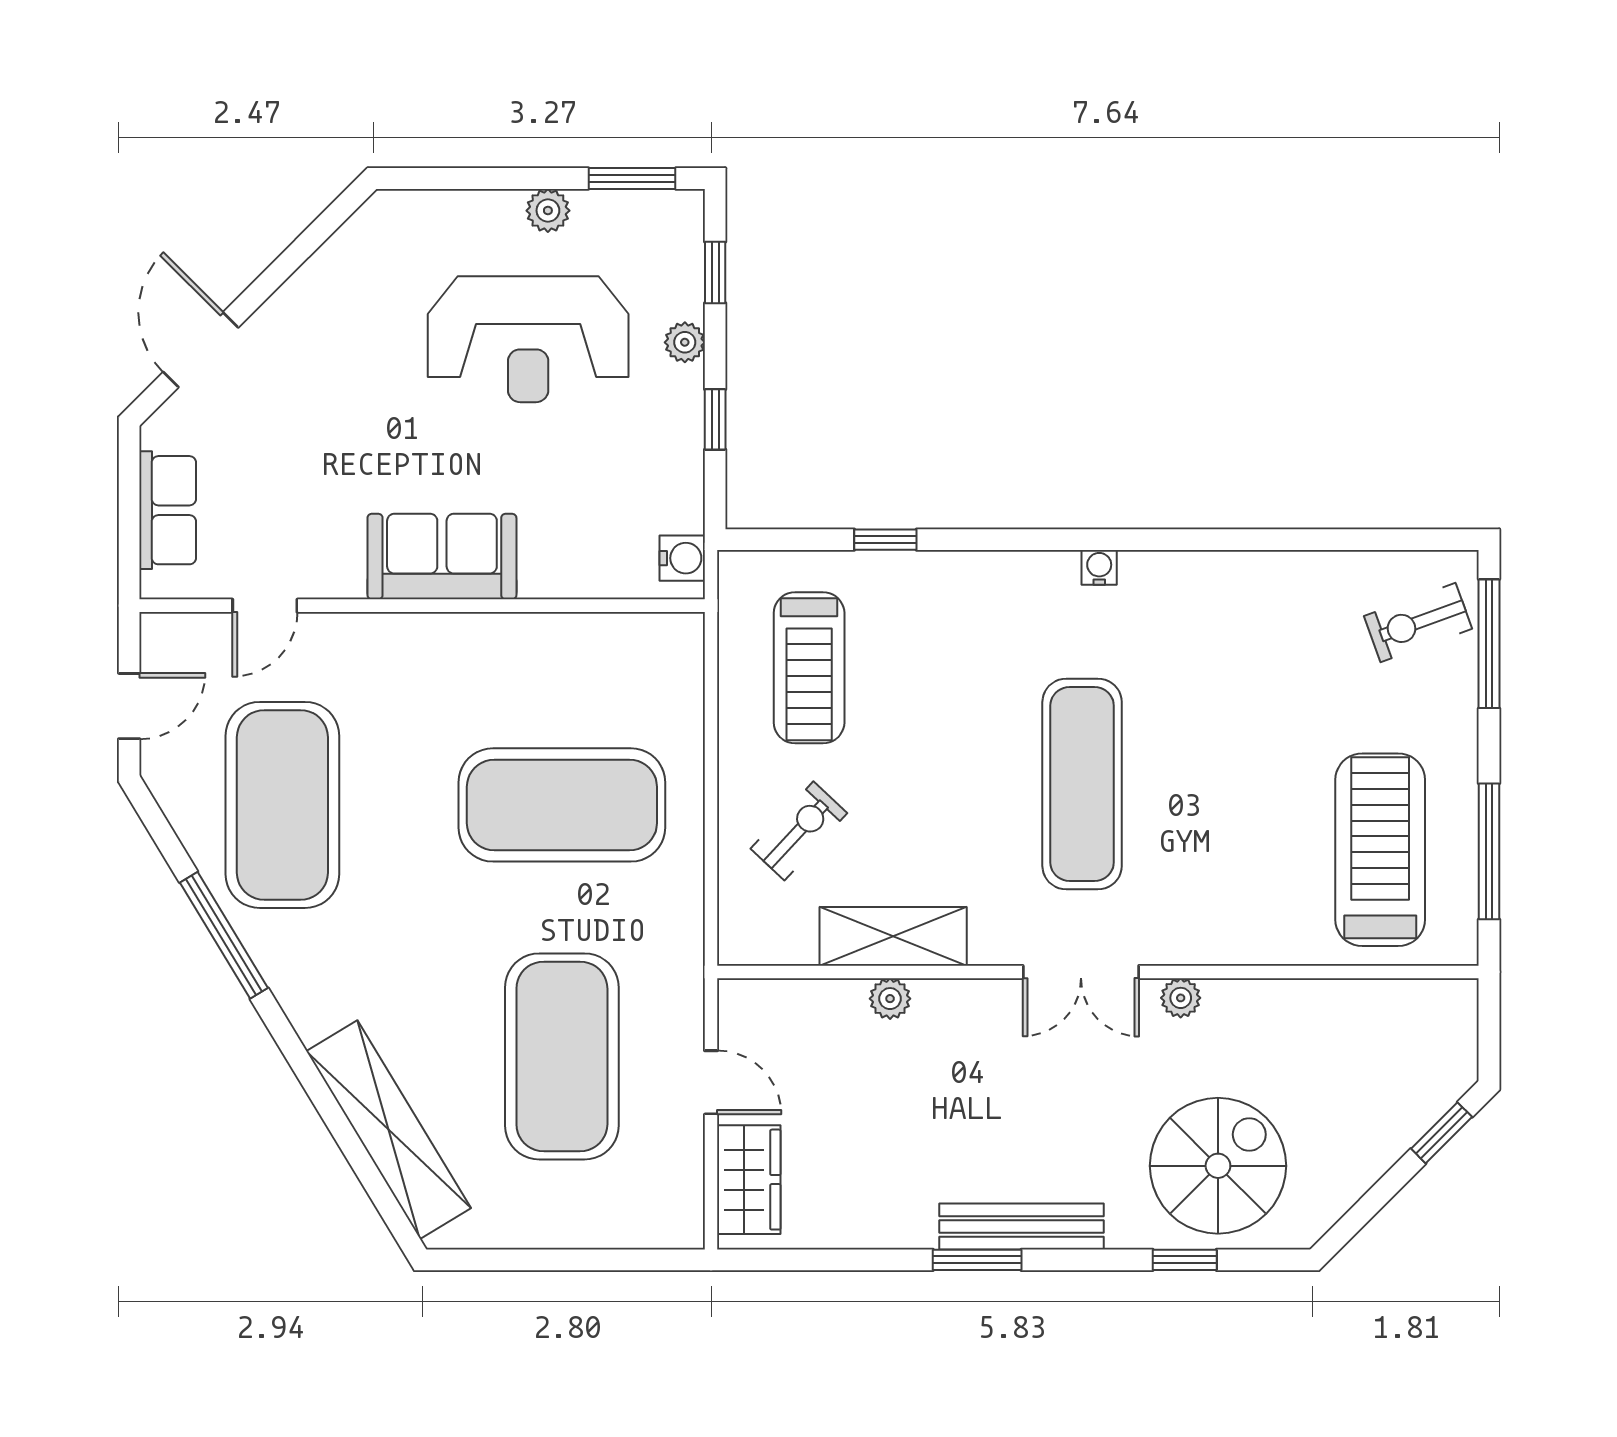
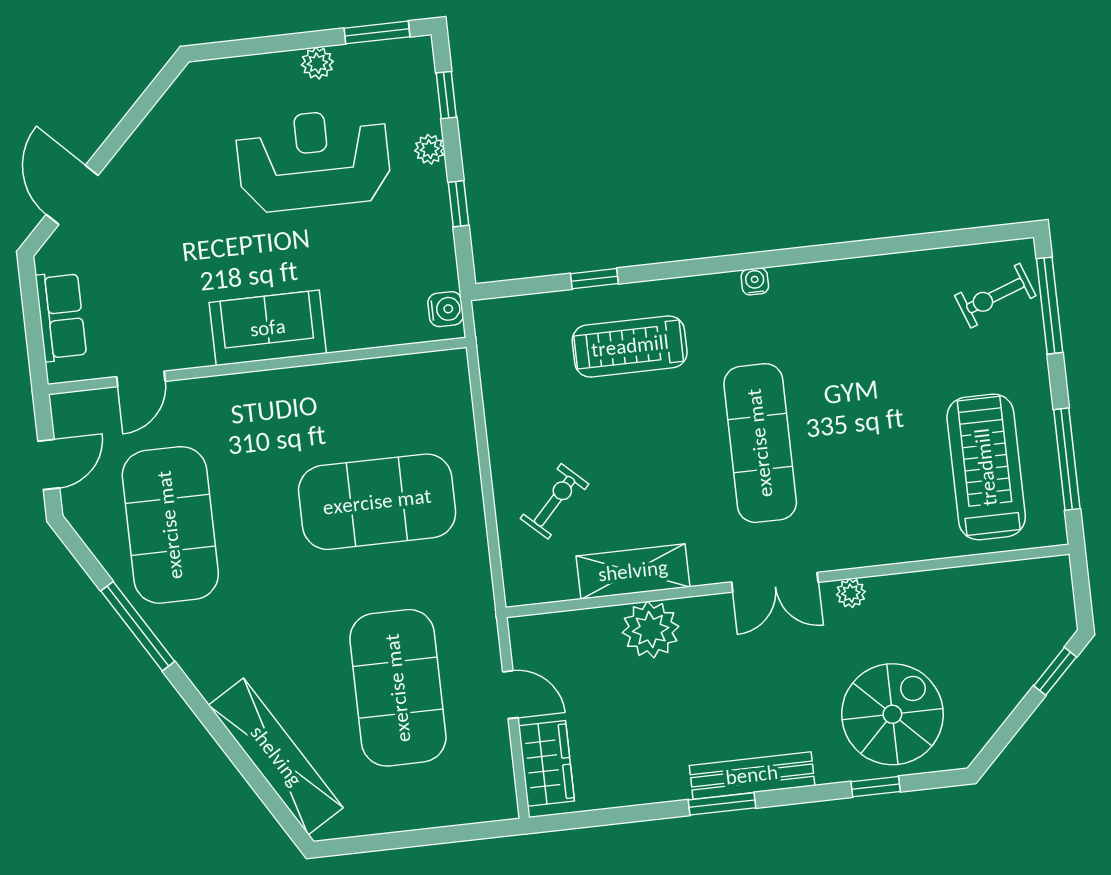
reception desk: (528, 339) -> (313, 160), turned 180
treadmill: (809, 668) -> (630, 346), moved, turned 90
plant: (890, 999) -> (651, 630), width x1.87, depth x1.87

